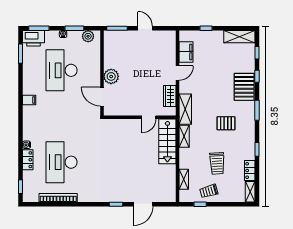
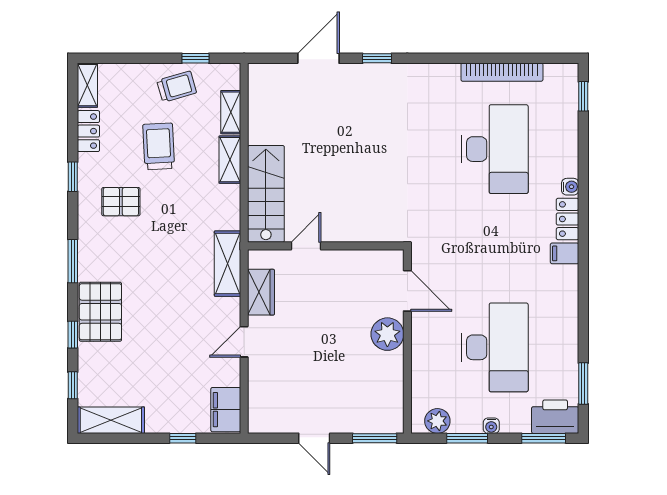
filing cabinet: (186, 52) -> (226, 410), moved
filing cabinet: (29, 100) -> (565, 253), moved
pallet: (226, 123) -> (121, 202), moved
shelving: (184, 136) -> (230, 160), moved
locker: (28, 160) -> (568, 219), moved

